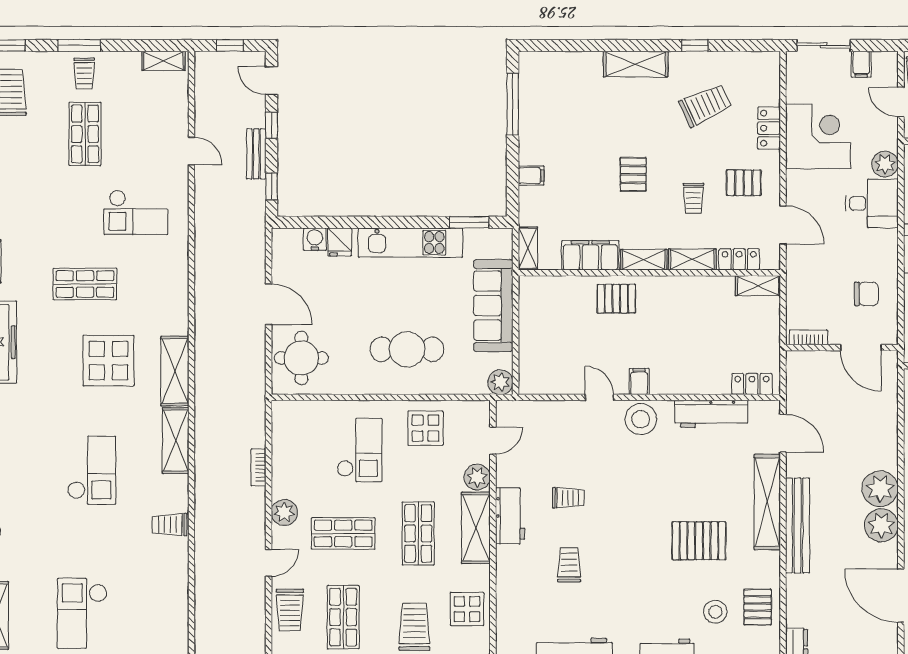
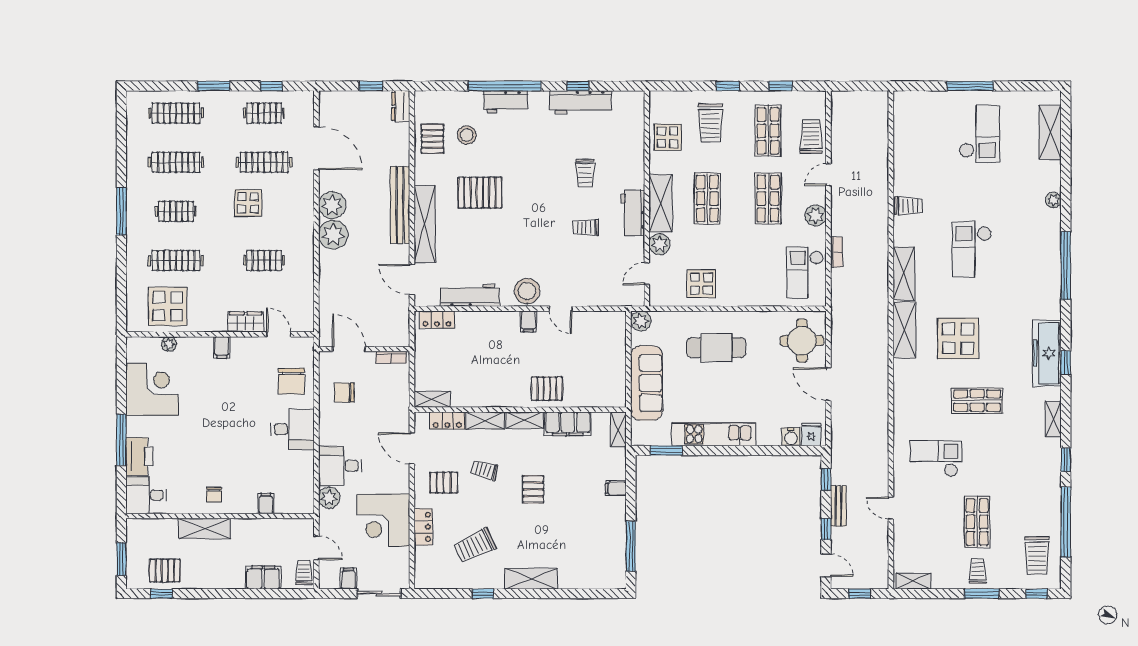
trolley: (693, 198) -> (484, 470), turned -74
fridge: (340, 242) -> (811, 435), moved
checkout: (359, 450) -> (805, 273), moved
shop shelf: (343, 533) -> (768, 199), turned 90

